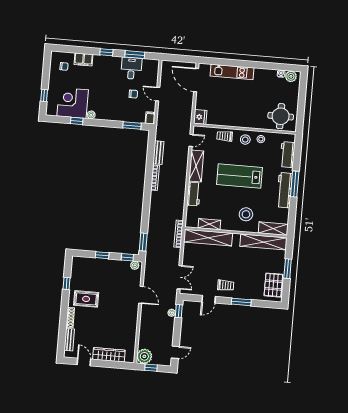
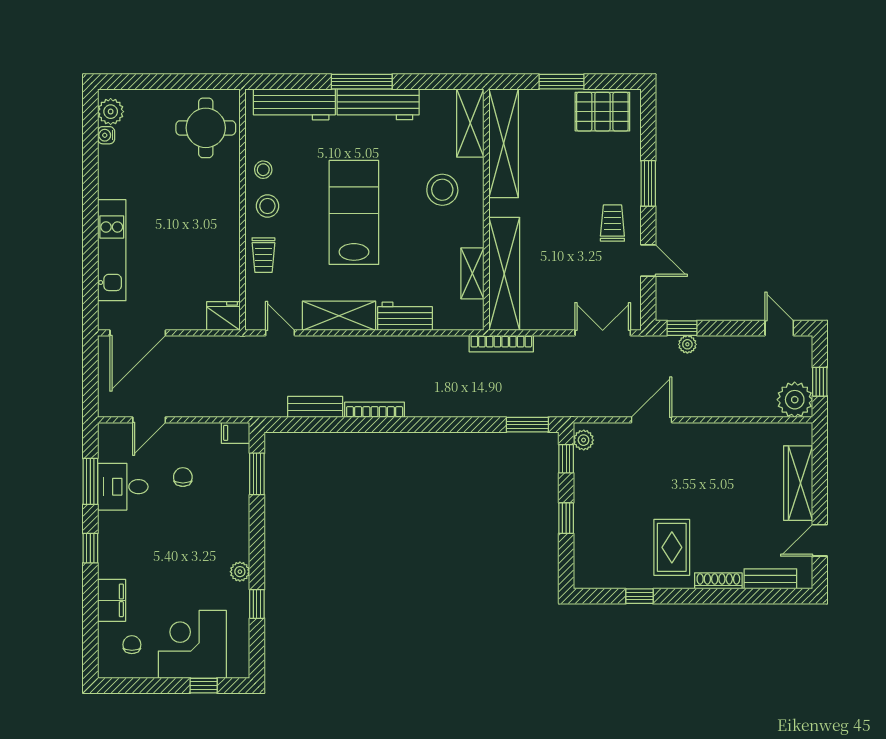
door: (158, 94) -> (149, 420), moved
corner desk: (73, 103) -> (192, 644), moved, turned 90
workbench: (287, 155) -> (294, 104), width x1.37
lab bench: (239, 176) -> (354, 212), turned 180

